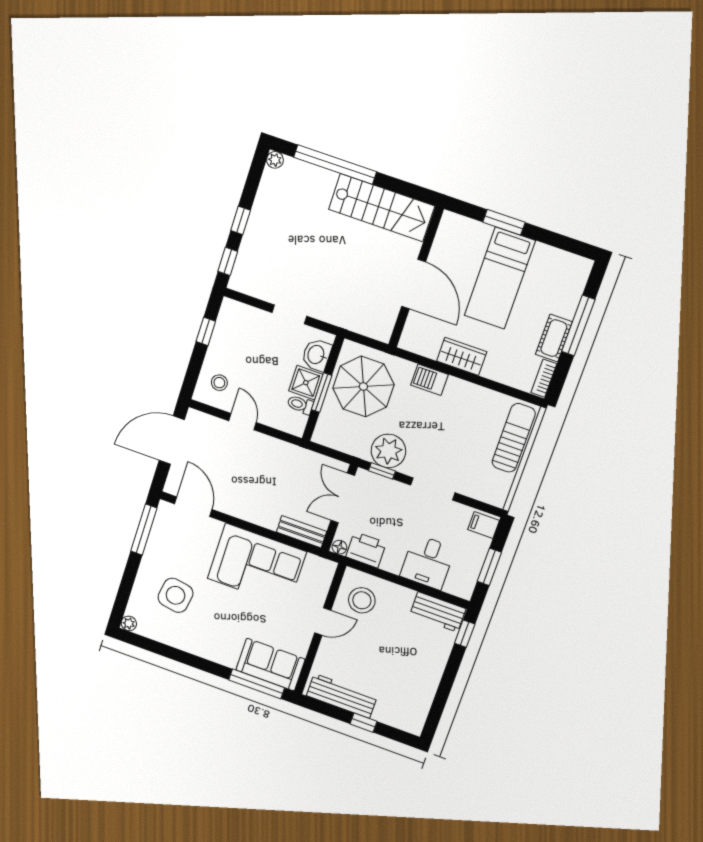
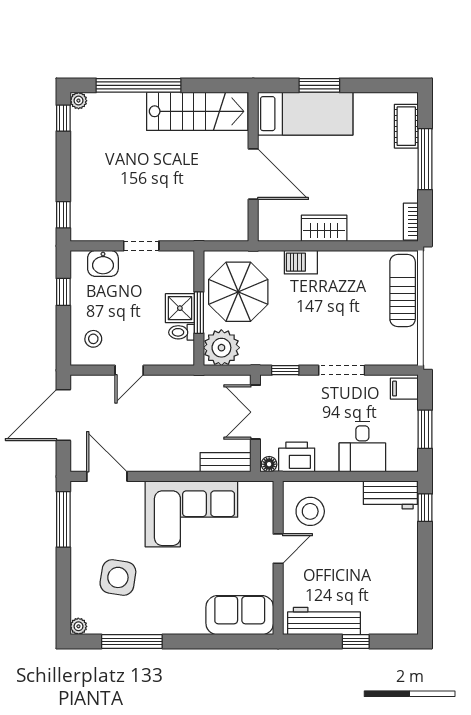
window: (241, 220) -> (63, 118), moved
bed: (500, 278) -> (305, 114), moved, turned -90
cot: (554, 338) -> (406, 126), moved
washbasin: (317, 355) -> (103, 263), moved, turned -90
door: (242, 422) -> (129, 370), swing flipped
plant: (388, 451) -> (221, 348), moved
window: (257, 684) -> (132, 641), moved

